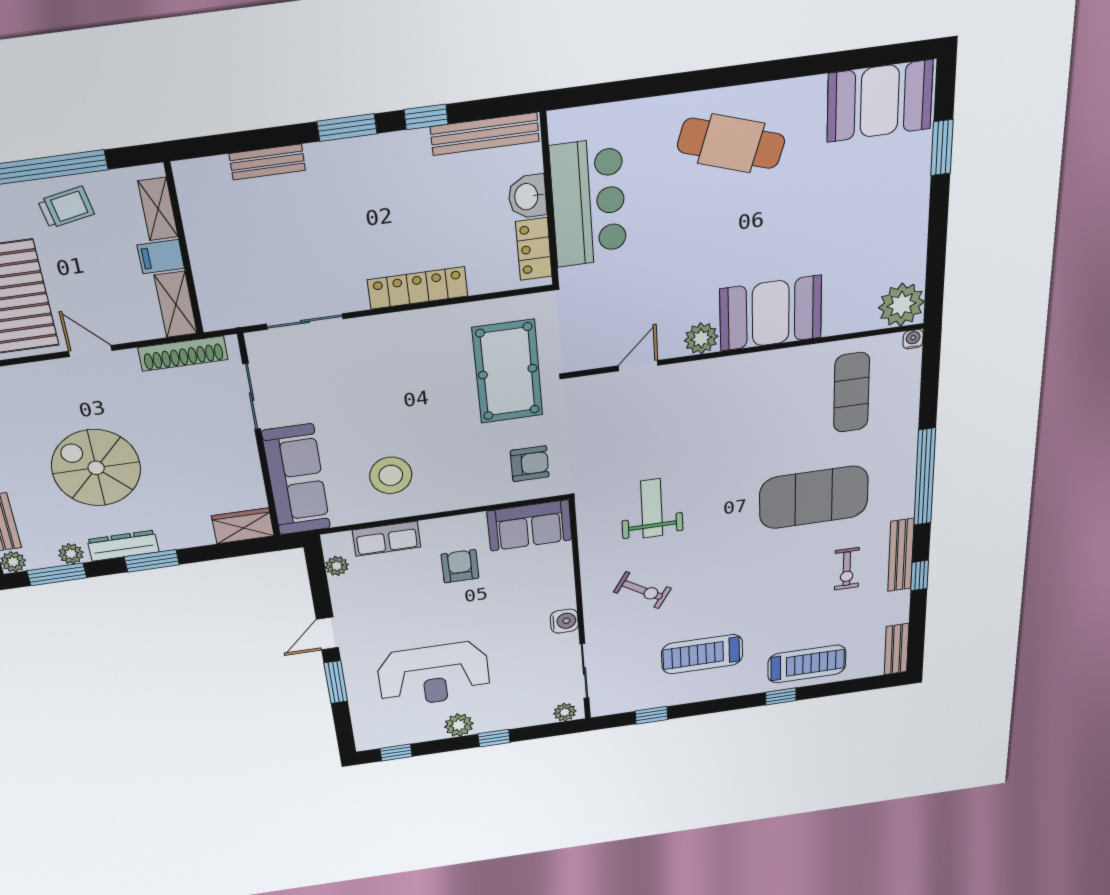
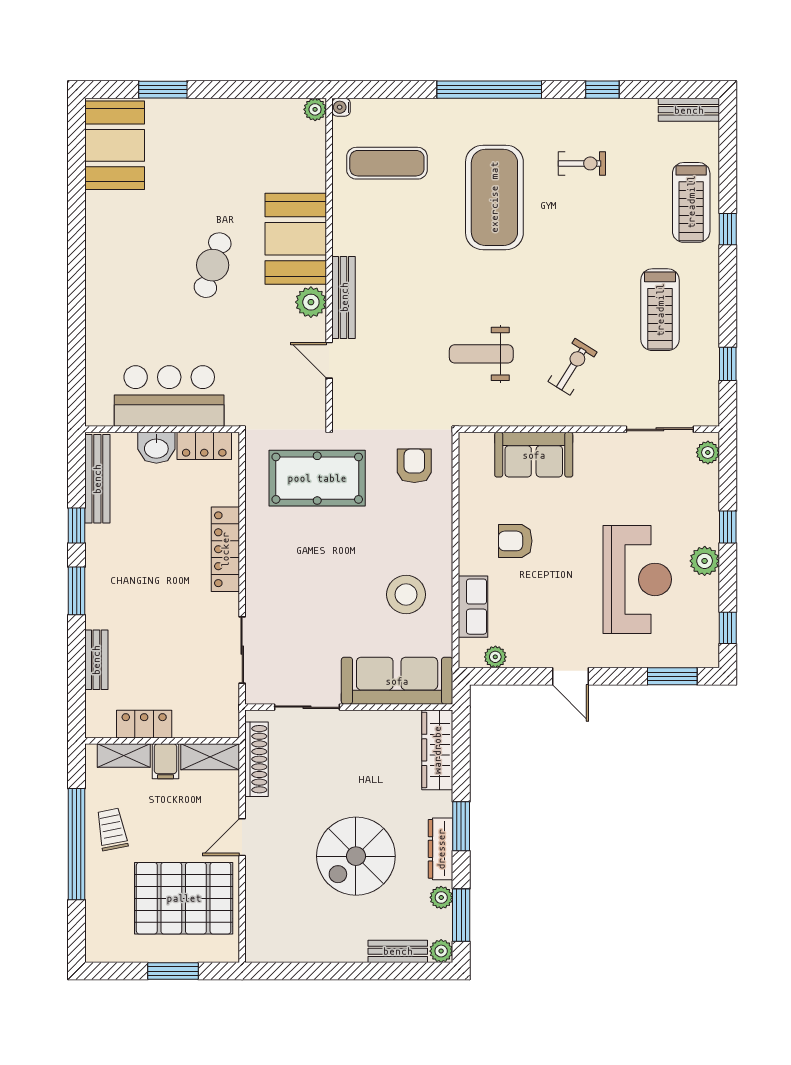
cafe table: (731, 143) -> (213, 265), moved, width x0.73, depth x0.74
locker: (200, 227) -> (144, 724), added
plant: (901, 305) -> (315, 109), width x0.53, depth x0.53
sofa: (530, 525) -> (534, 455), moved, turned 90
wardrobe: (243, 526) -> (437, 750), width x1.50
bench: (901, 555) -> (344, 297), moved, turned 90
water cooler: (564, 621) -> (596, 446), removed
treadmill: (807, 664) -> (691, 202), turned 180
window: (336, 682) -> (672, 676), moved

